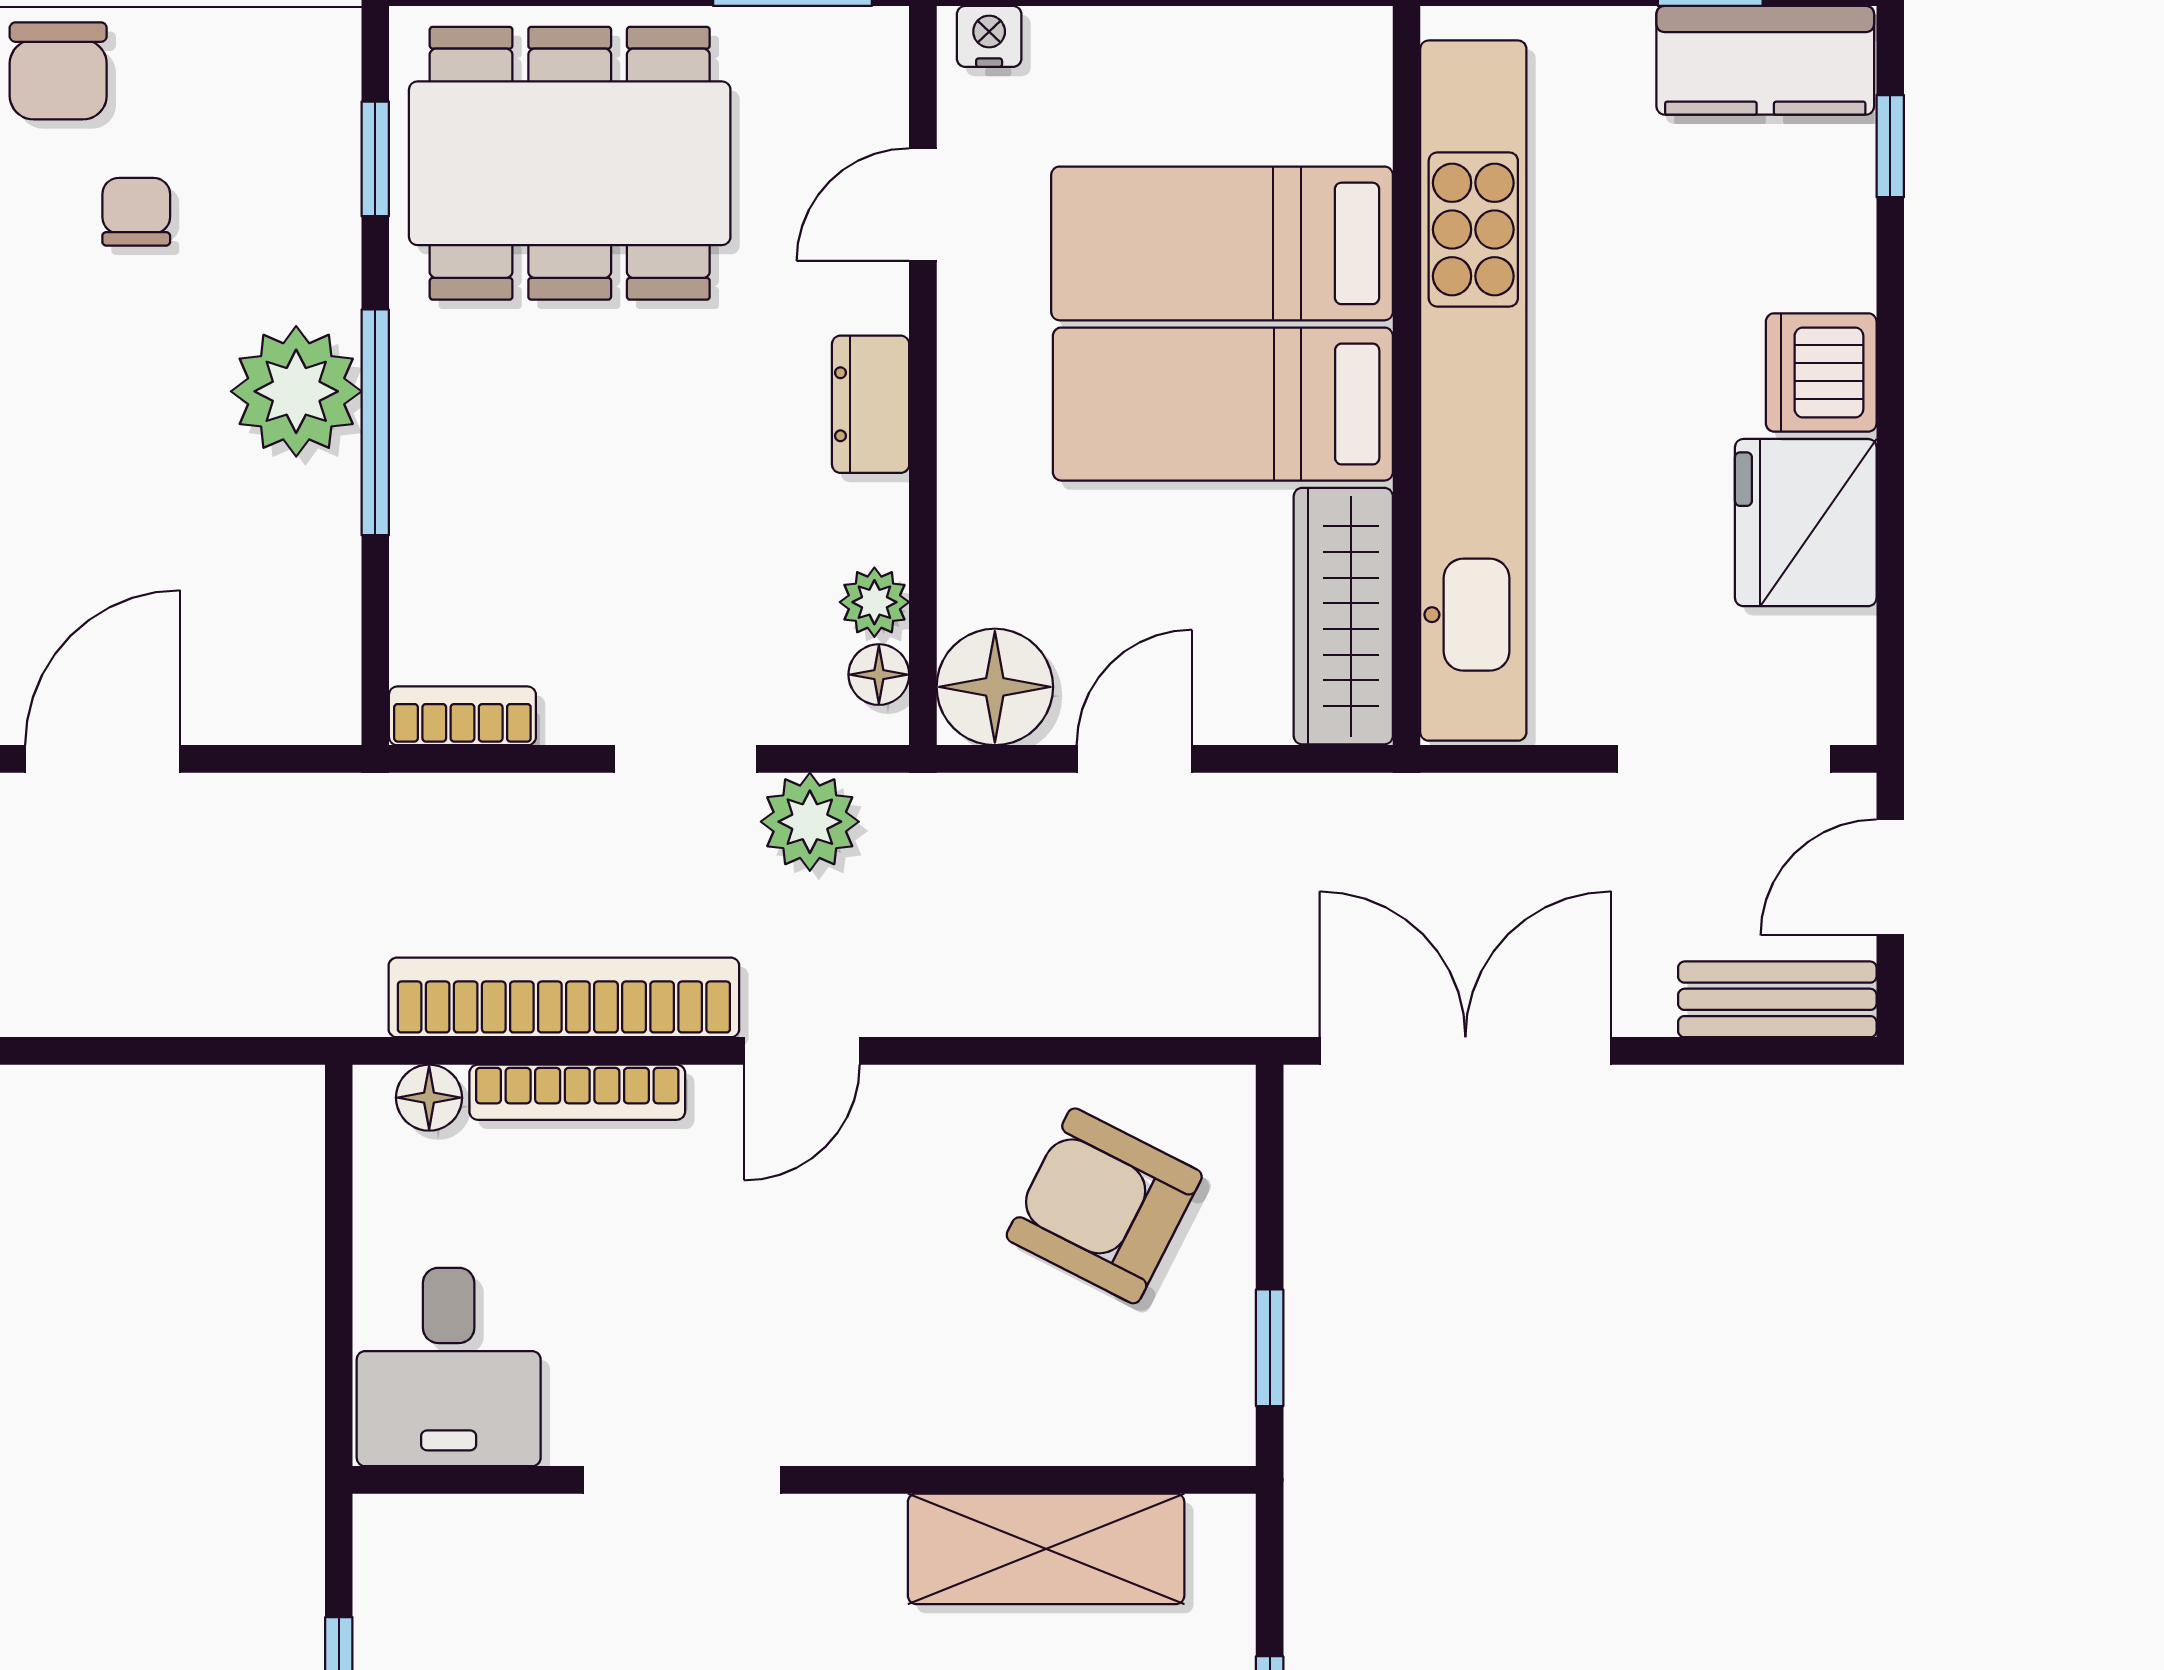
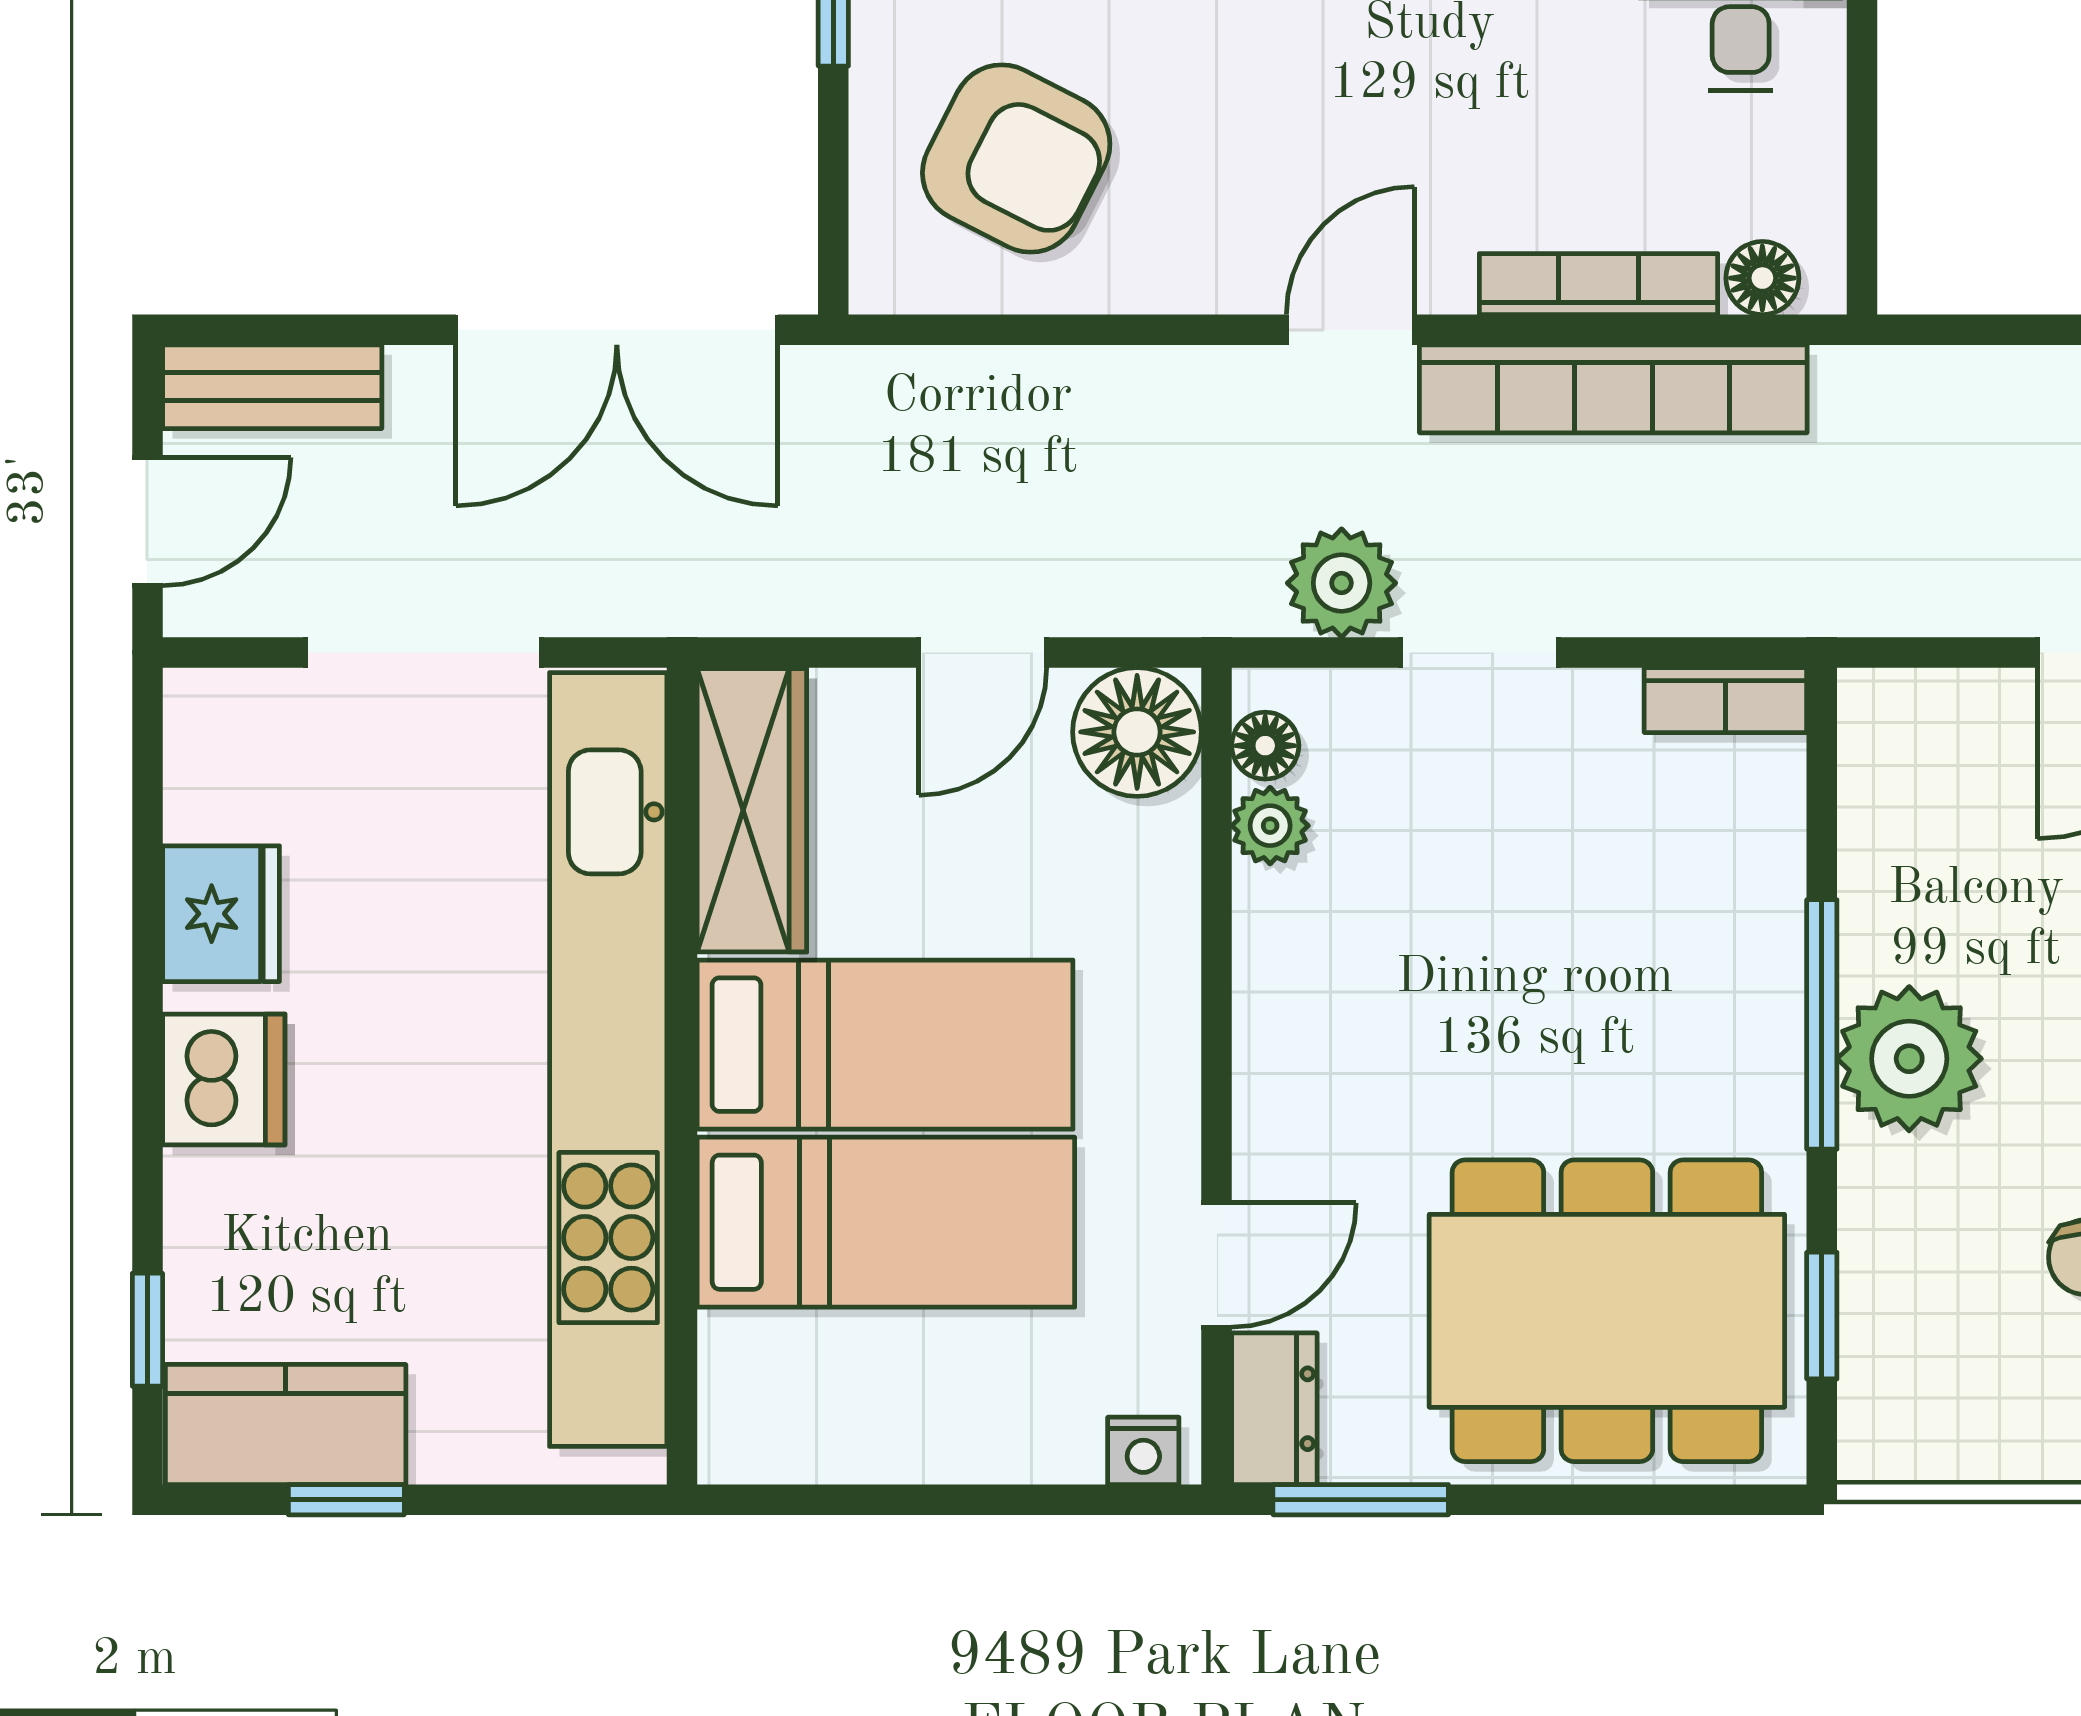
dresser: (871, 404) -> (1274, 1409), moved
fridge: (1806, 523) -> (221, 914), width x0.73, depth x0.75
doorway: (1724, 759) -> (423, 652), moved

